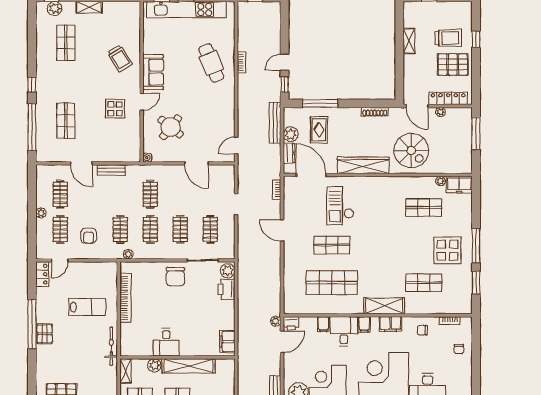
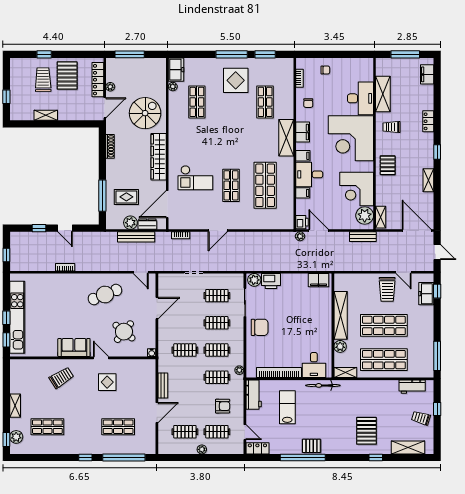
cafe table: (211, 63) -> (105, 294), moved
window: (285, 85) -> (39, 228), moved
bench: (275, 123) -> (136, 237), moved
workbench: (101, 270) -> (254, 395), added
desk: (166, 342) -> (314, 365), moved, turned 90

